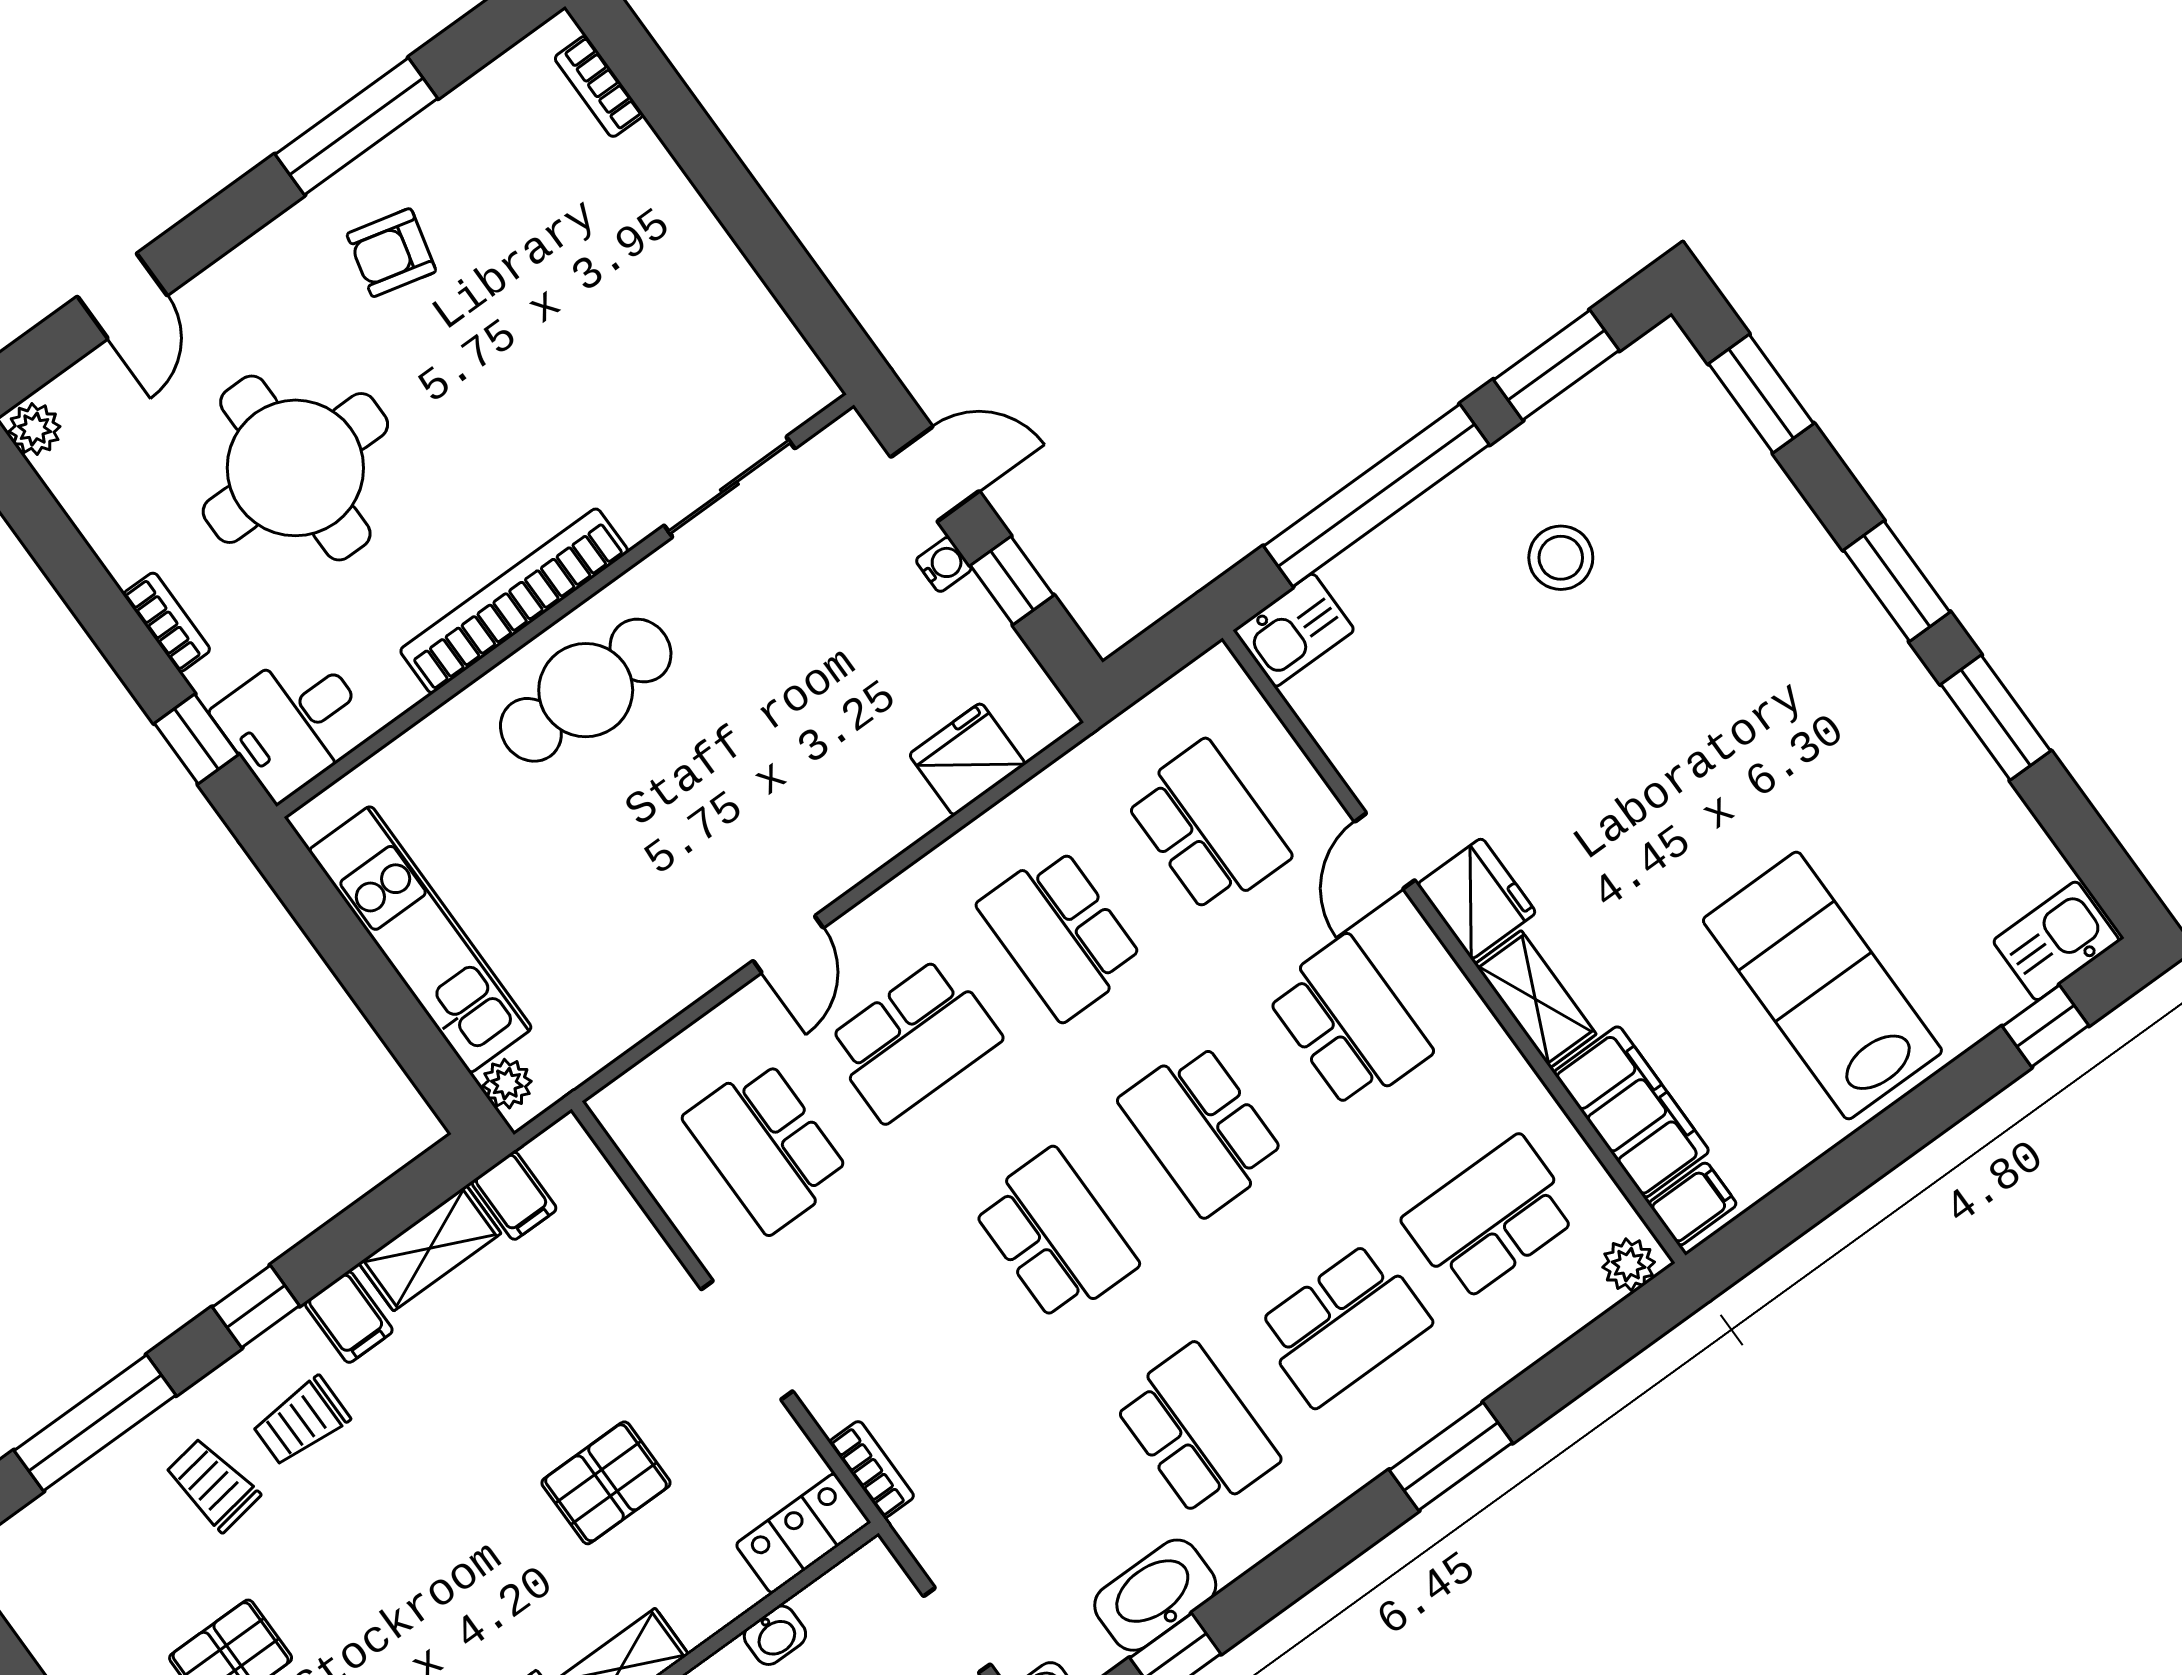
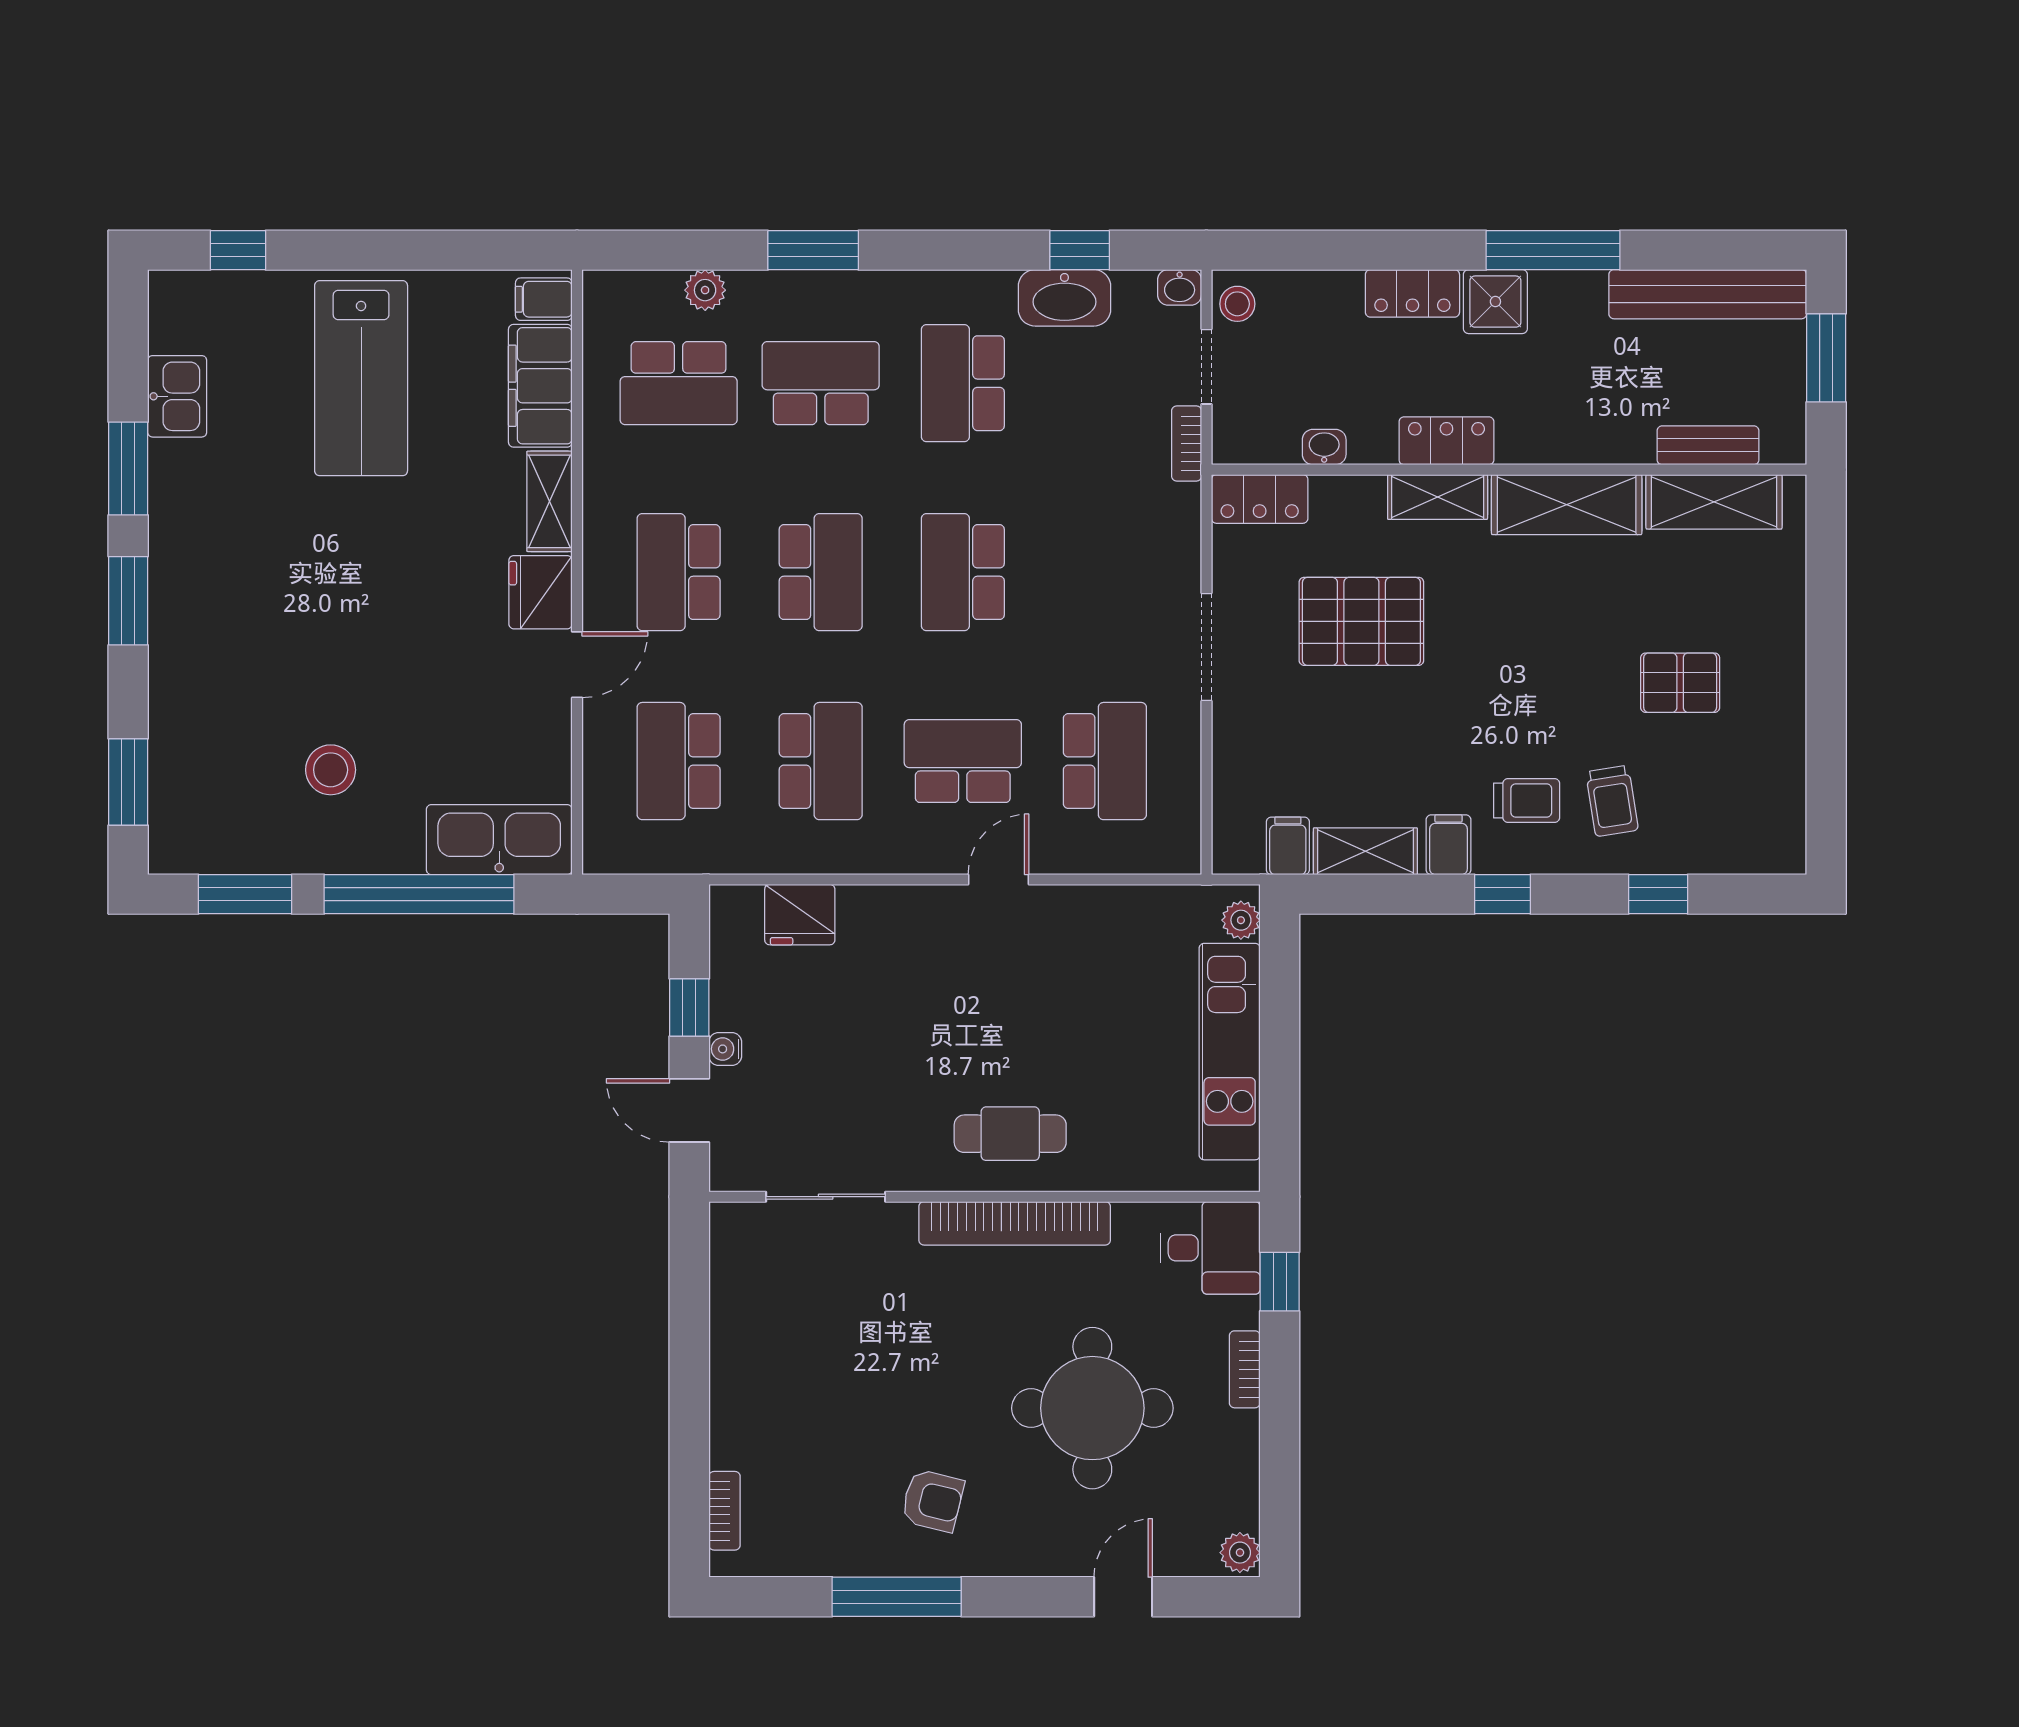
kitchen sink: (1294, 630) -> (499, 840), width x1.88, depth x1.24
cafe table: (586, 690) -> (1010, 1134), width x0.73, depth x0.74
kitchen sink: (2056, 941) -> (177, 396), moved, turned -90
plant: (1629, 1265) -> (705, 290), moved
window: (95, 1423) -> (1658, 894), width x0.46
bookcase: (872, 1469) -> (1187, 443), moved
pallet: (606, 1483) -> (1361, 621), width x1.50, depth x1.42

